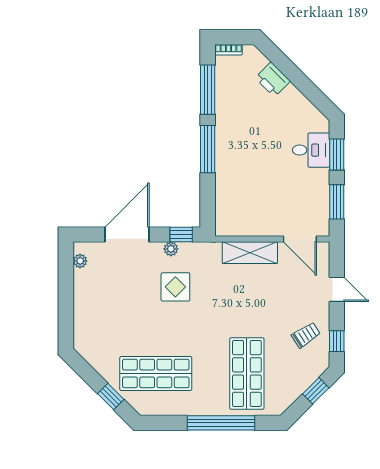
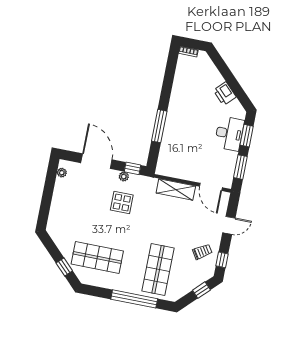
printer: (273, 80) -> (225, 94), moved
window: (208, 90) -> (169, 75), removed
window: (208, 149) -> (159, 126), moved
desk: (311, 150) -> (229, 134), width x1.37
door: (127, 234) -> (96, 161), hinge flipped
door: (337, 289) -> (229, 225), hinge flipped

